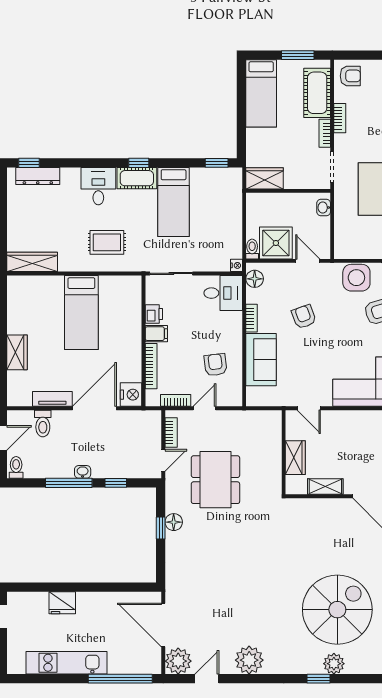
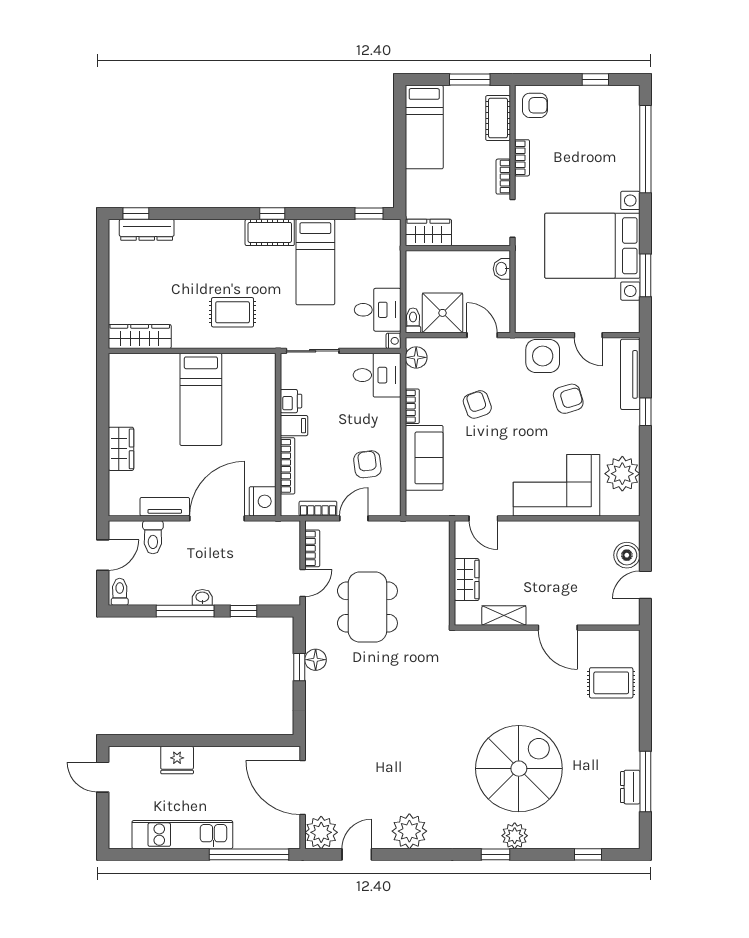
cot: (317, 93) -> (498, 118), width x0.73, depth x0.75
desk: (98, 186) -> (378, 310), moved, turned 90

